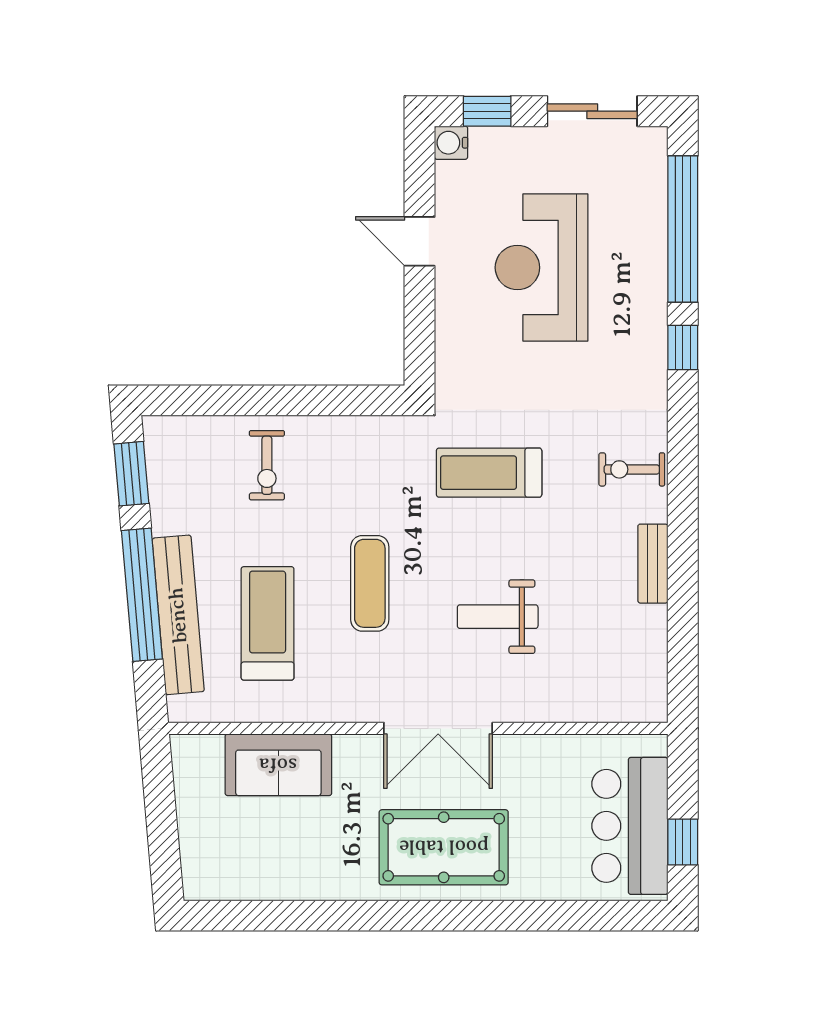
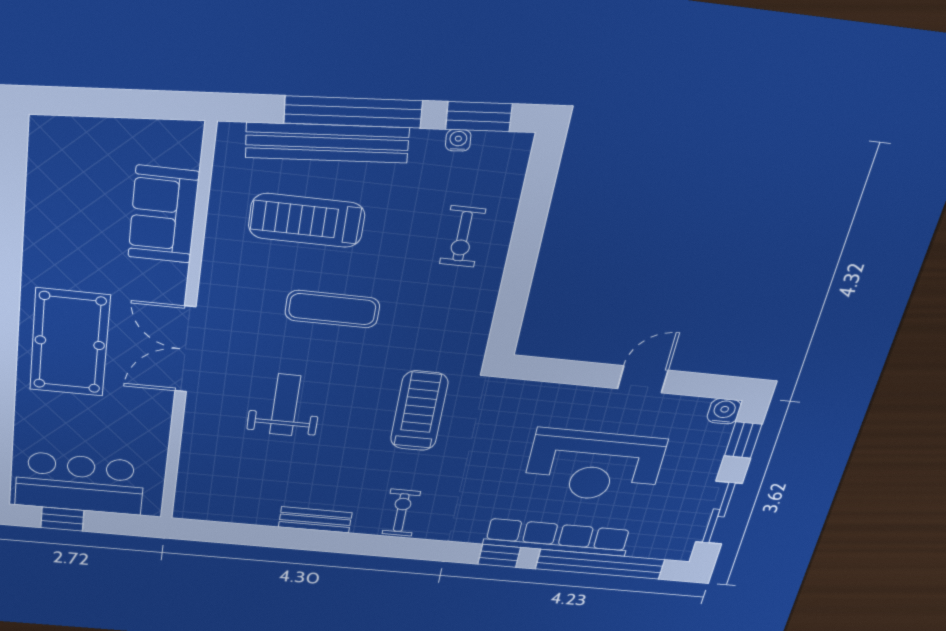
reception desk: (542, 268) -> (594, 466), turned 180
row of seats: (648, 287) -> (557, 537), added
exercise bike: (267, 465) -> (463, 236), turned -90
water cooler: (160, 489) -> (458, 140), added
treadmill: (268, 623) -> (307, 220), turned 180

